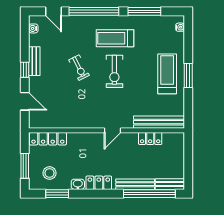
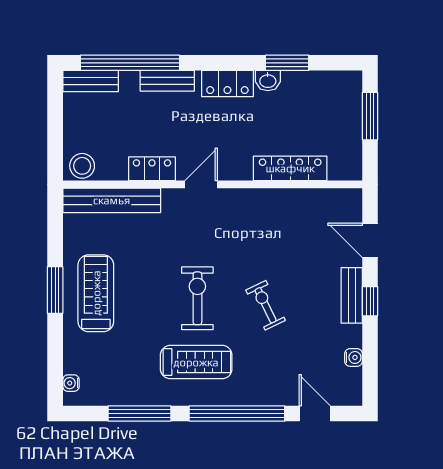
water cooler: (33, 28) -> (354, 357), moved
bench: (34, 61) -> (352, 295), moved
treadmill: (167, 74) -> (96, 293), turned 180
locker: (150, 138) -> (152, 169), moved
locker: (48, 139) -> (290, 168), moved
stool: (50, 173) -> (82, 166), moved
bench: (135, 184) -> (167, 81), width x0.73
window: (57, 194) -> (287, 63), moved

